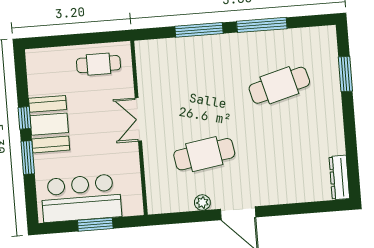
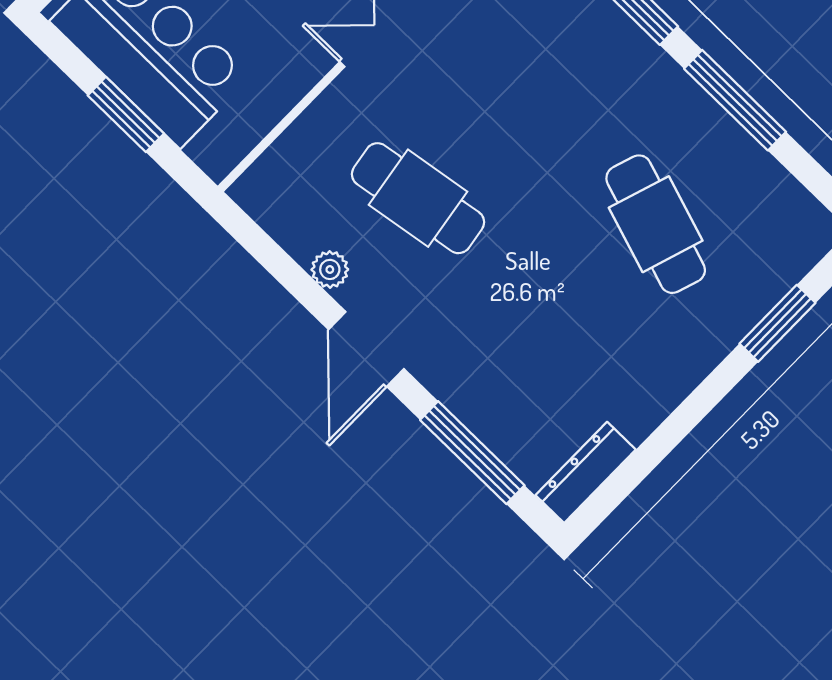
cafe table: (279, 85) -> (656, 224), turned 33
window: (301, 208) -> (472, 453), added

